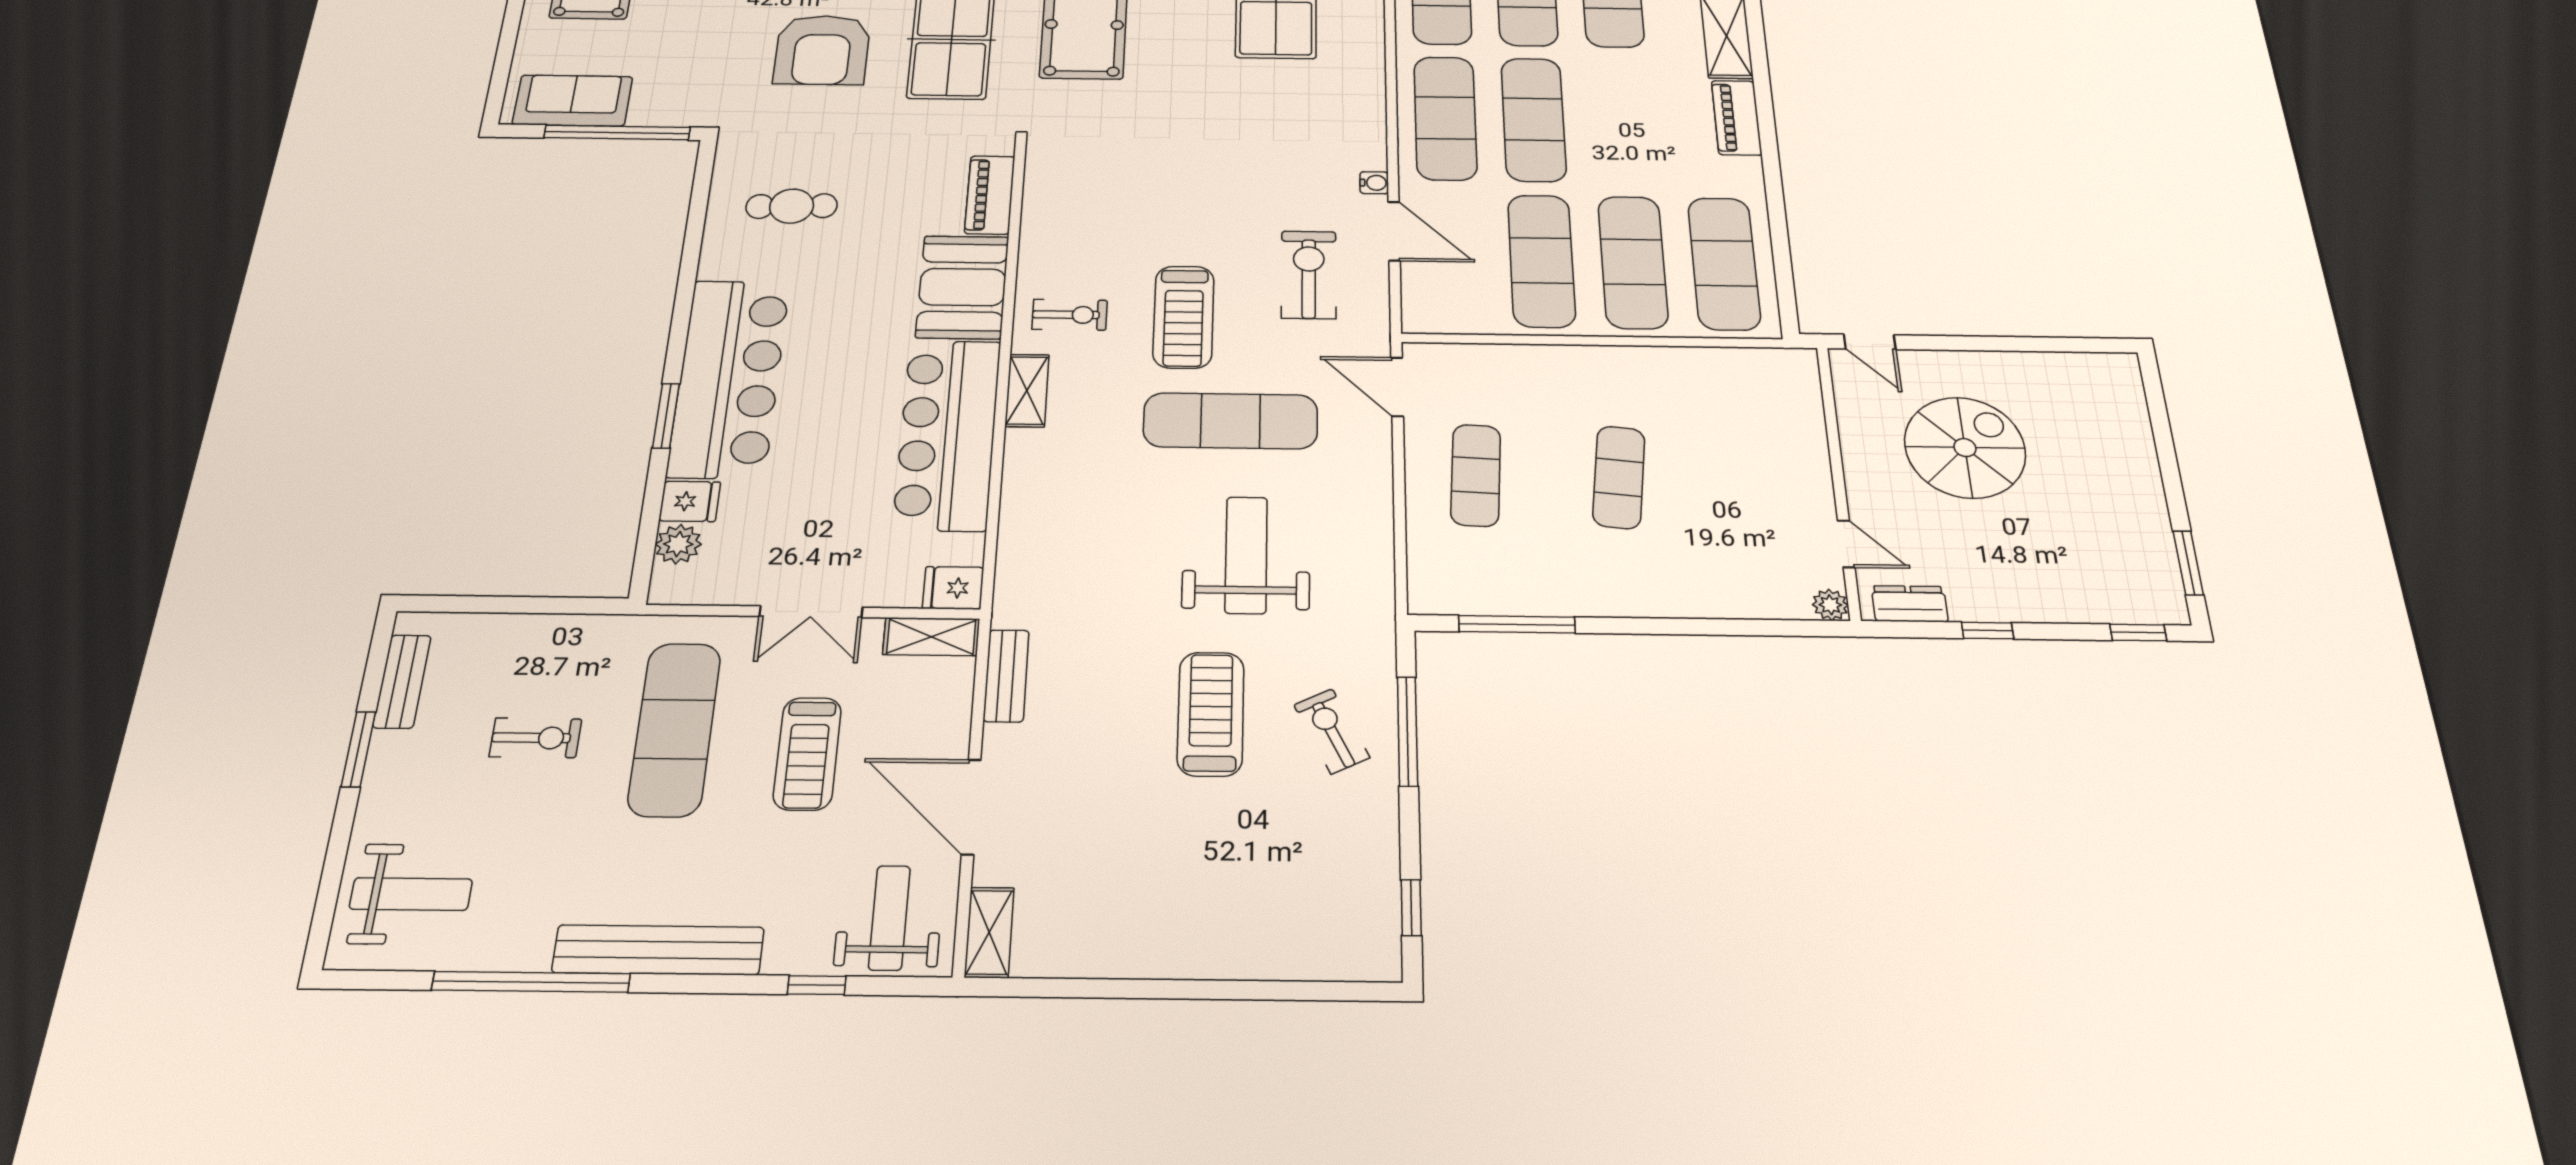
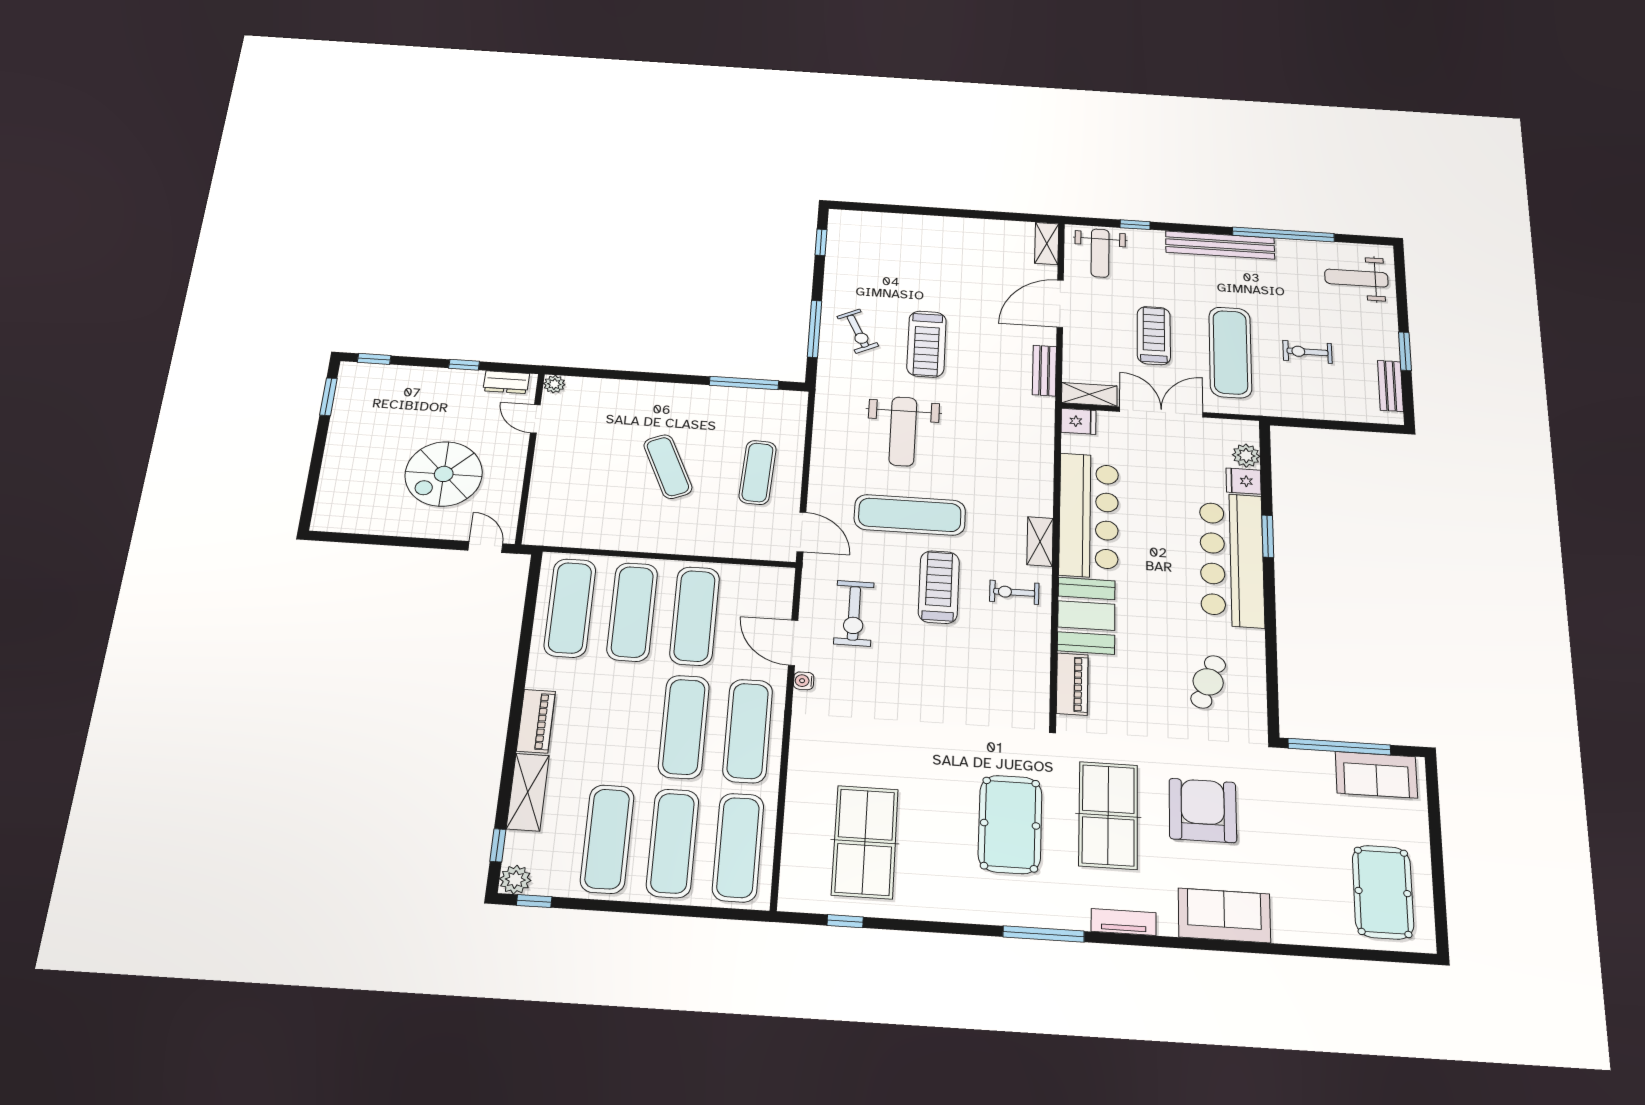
cafe table: (792, 206) -> (1208, 682), turned -69
exercise mat: (1619, 477) -> (668, 467), turned -30
double door: (811, 612) -> (1161, 412), width x1.37
door: (971, 807) -> (1060, 304), swing flipped

